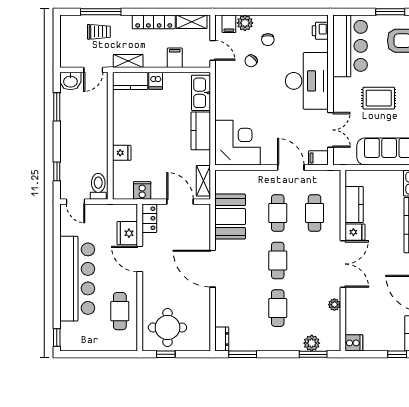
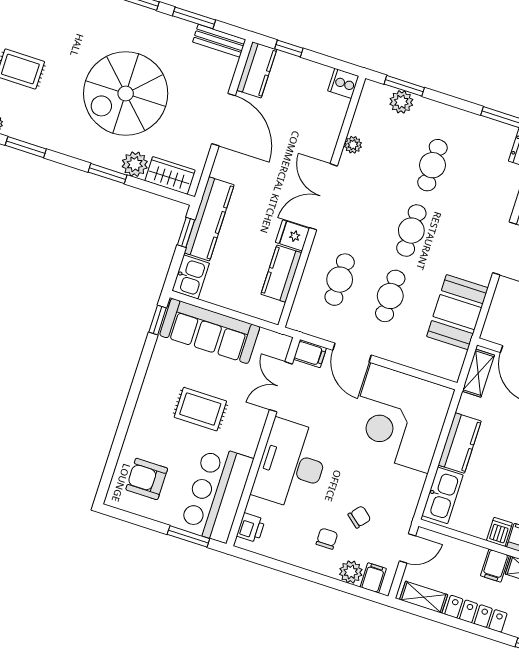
window: (390, 12) -> (188, 536), moved
door: (213, 50) -> (408, 548), swing flipped
filing cabinet: (175, 58) -> (495, 566), moved
corner desk: (237, 143) -> (400, 418), width x1.36, depth x1.36

